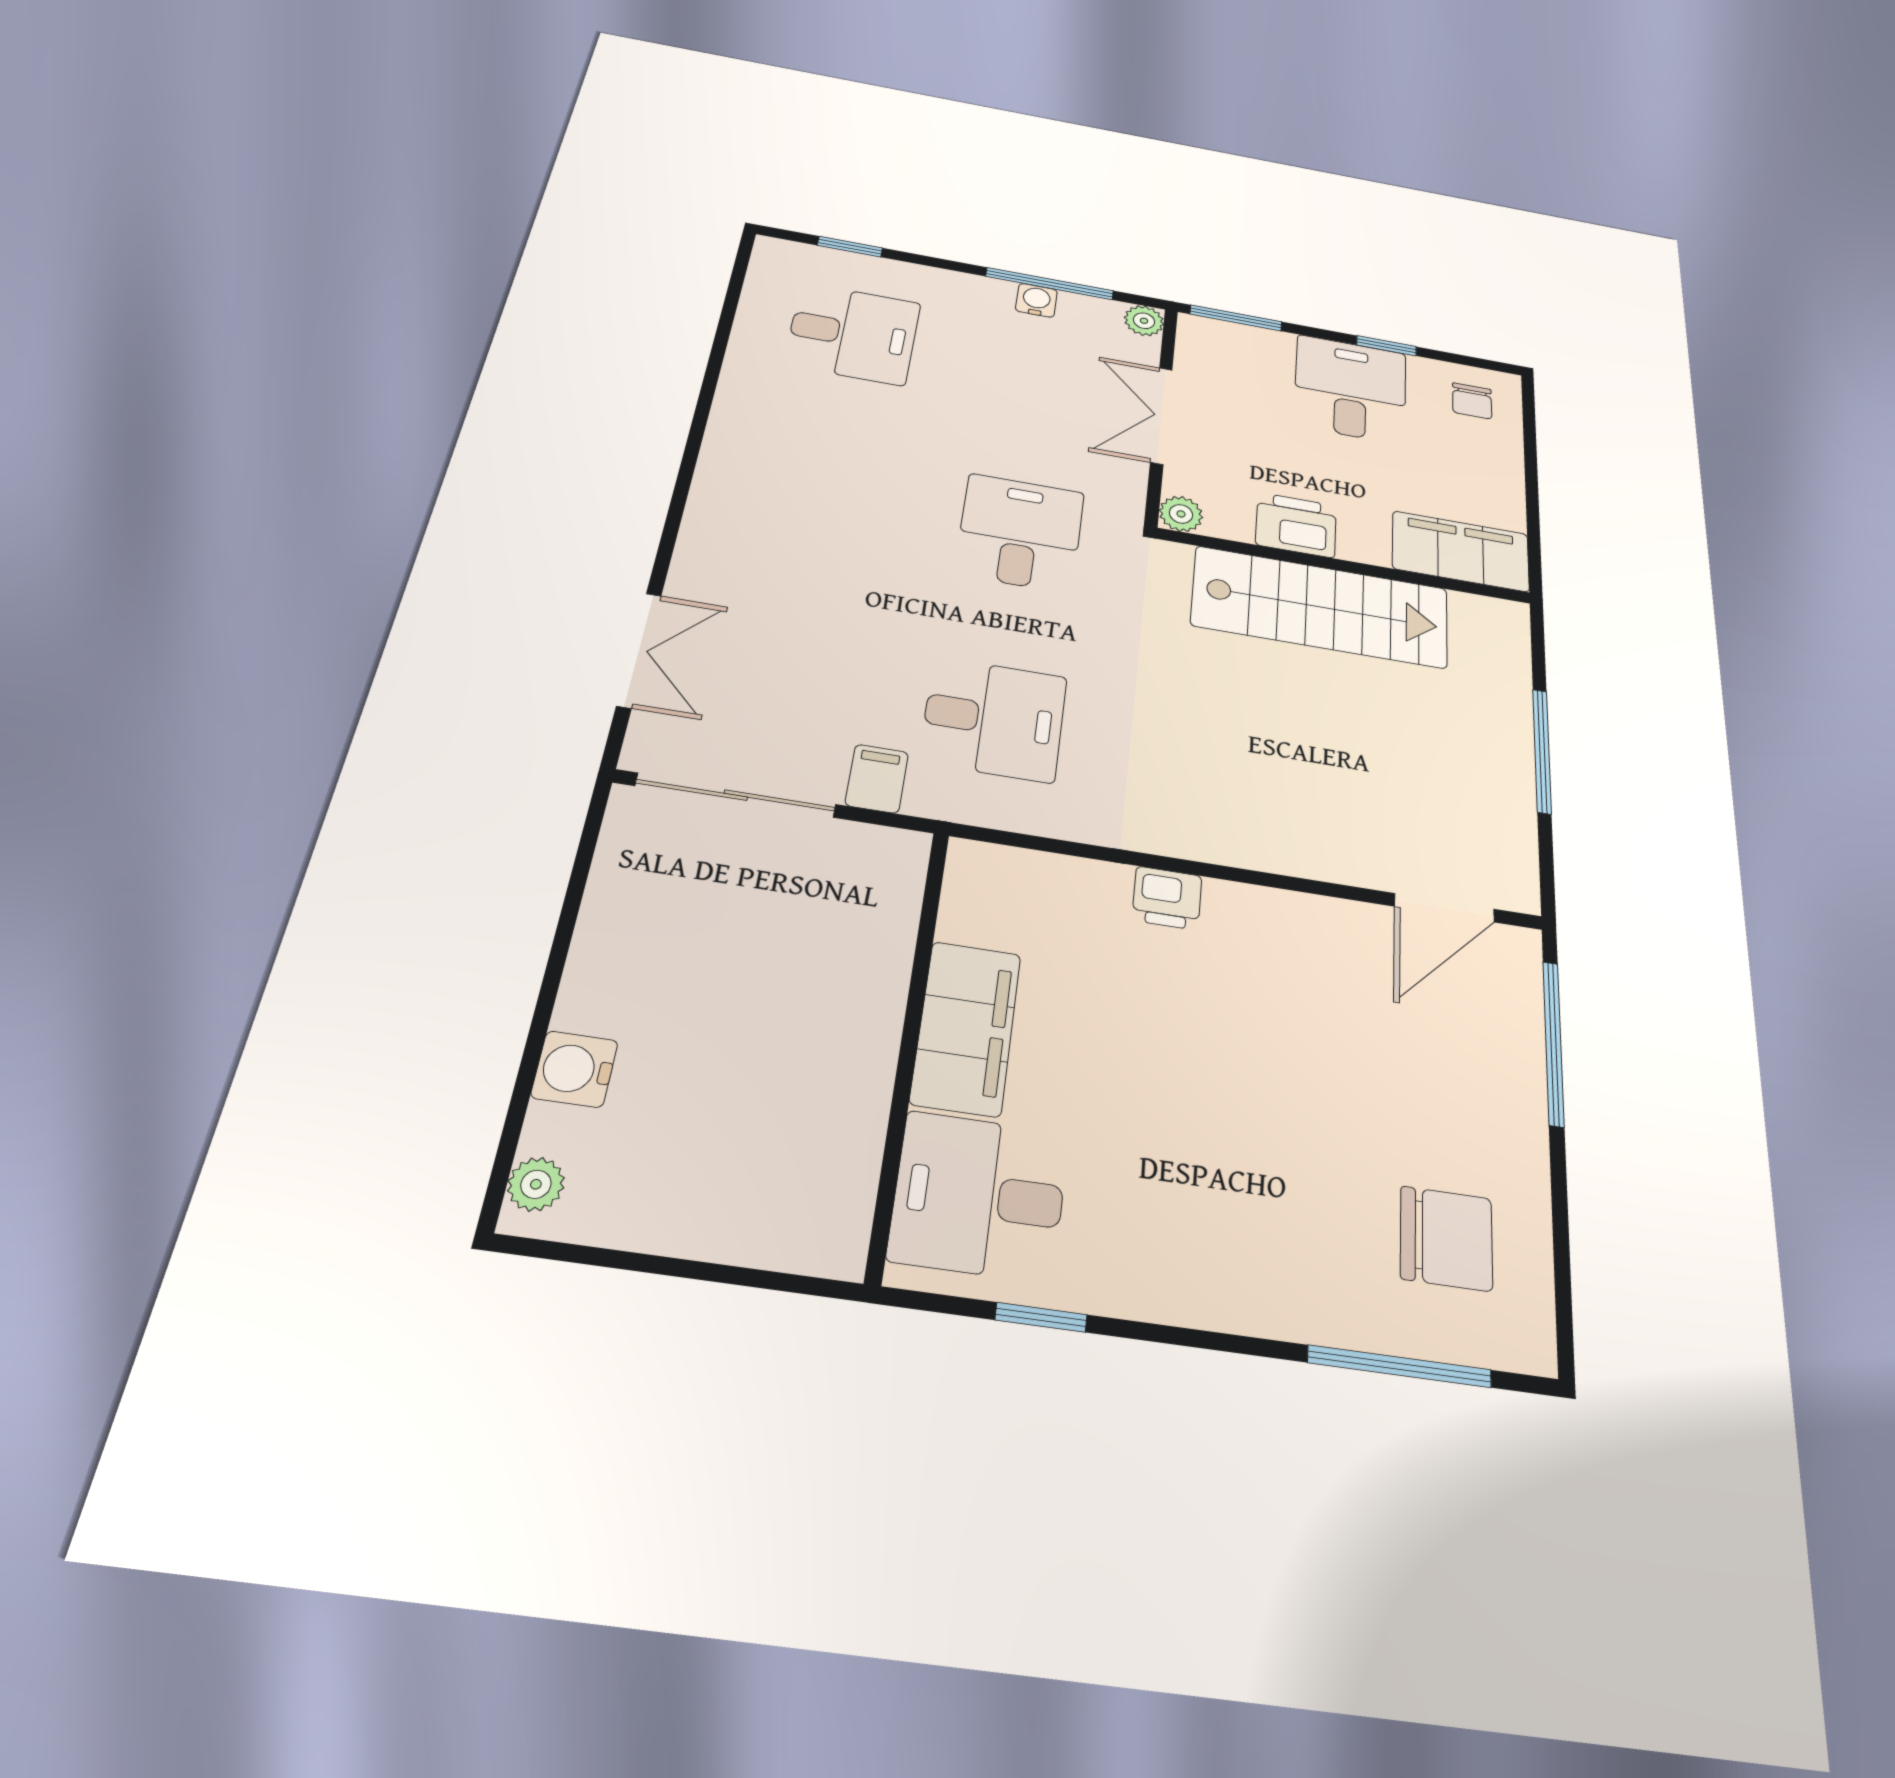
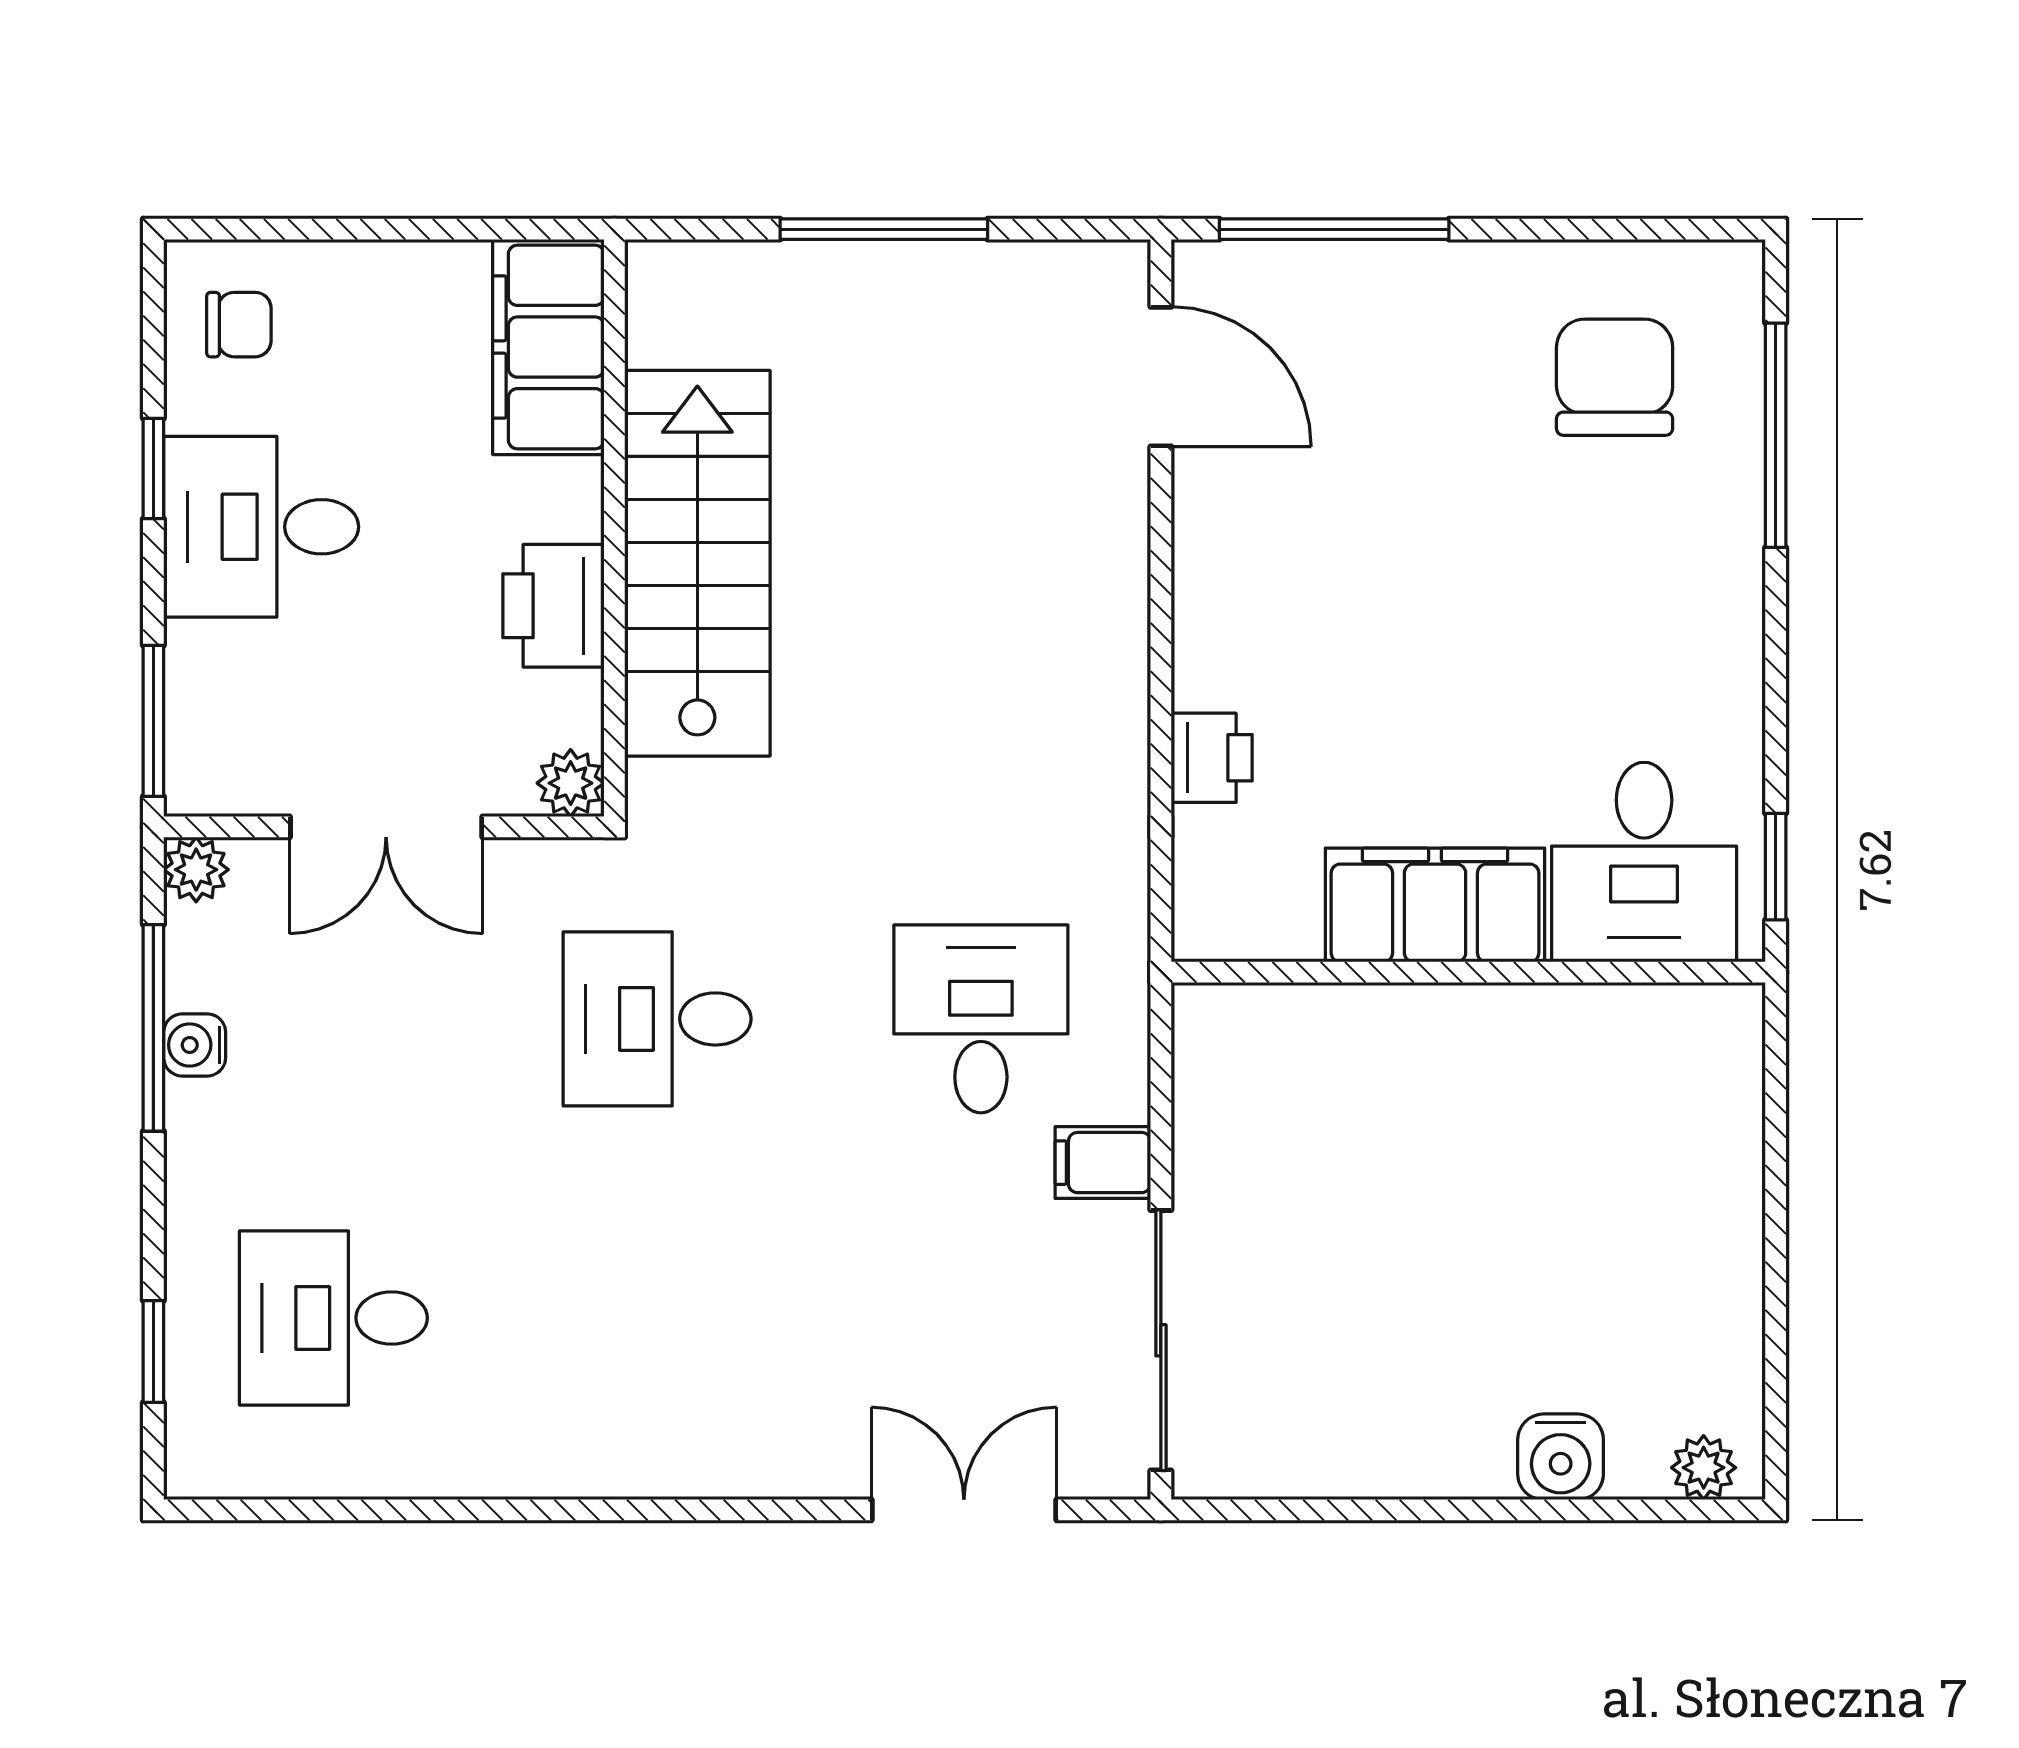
desk: (853, 334) -> (333, 1318), turned -90
filing cabinet: (966, 1028) -> (1435, 905), moved
wall: (909, 1045) -> (1468, 972), moved
desk: (979, 1196) -> (1644, 862), moved

